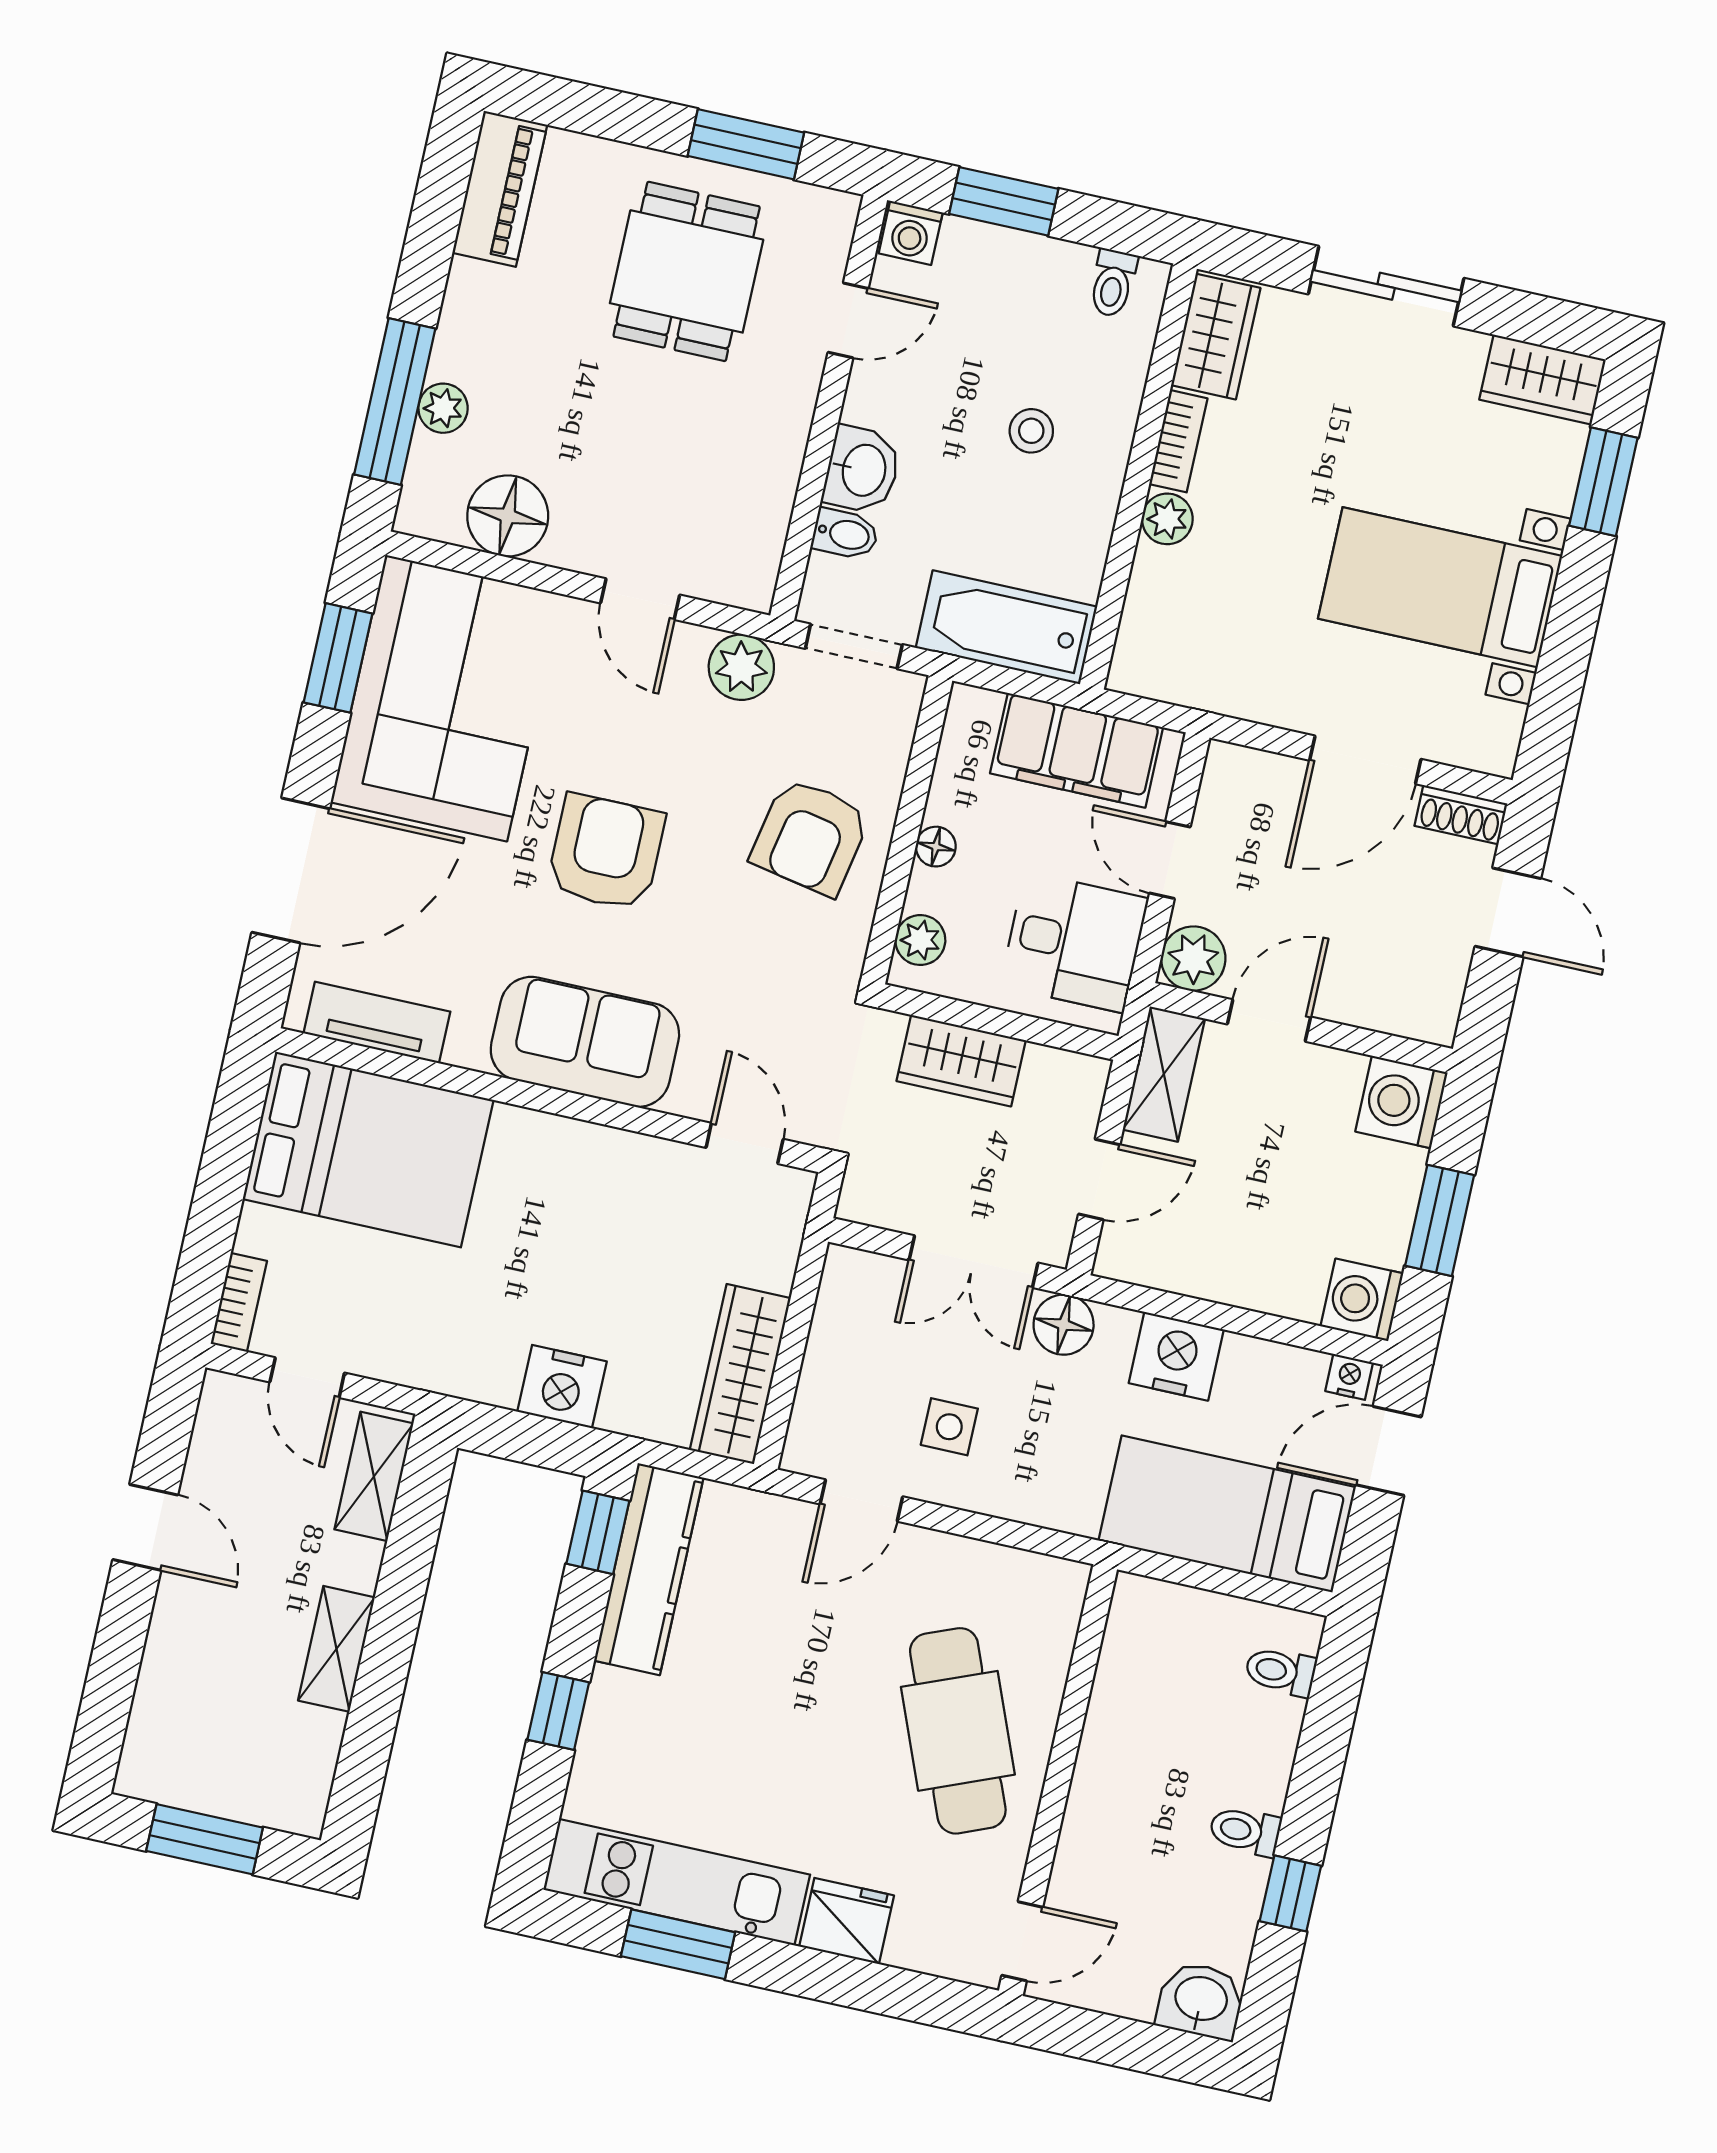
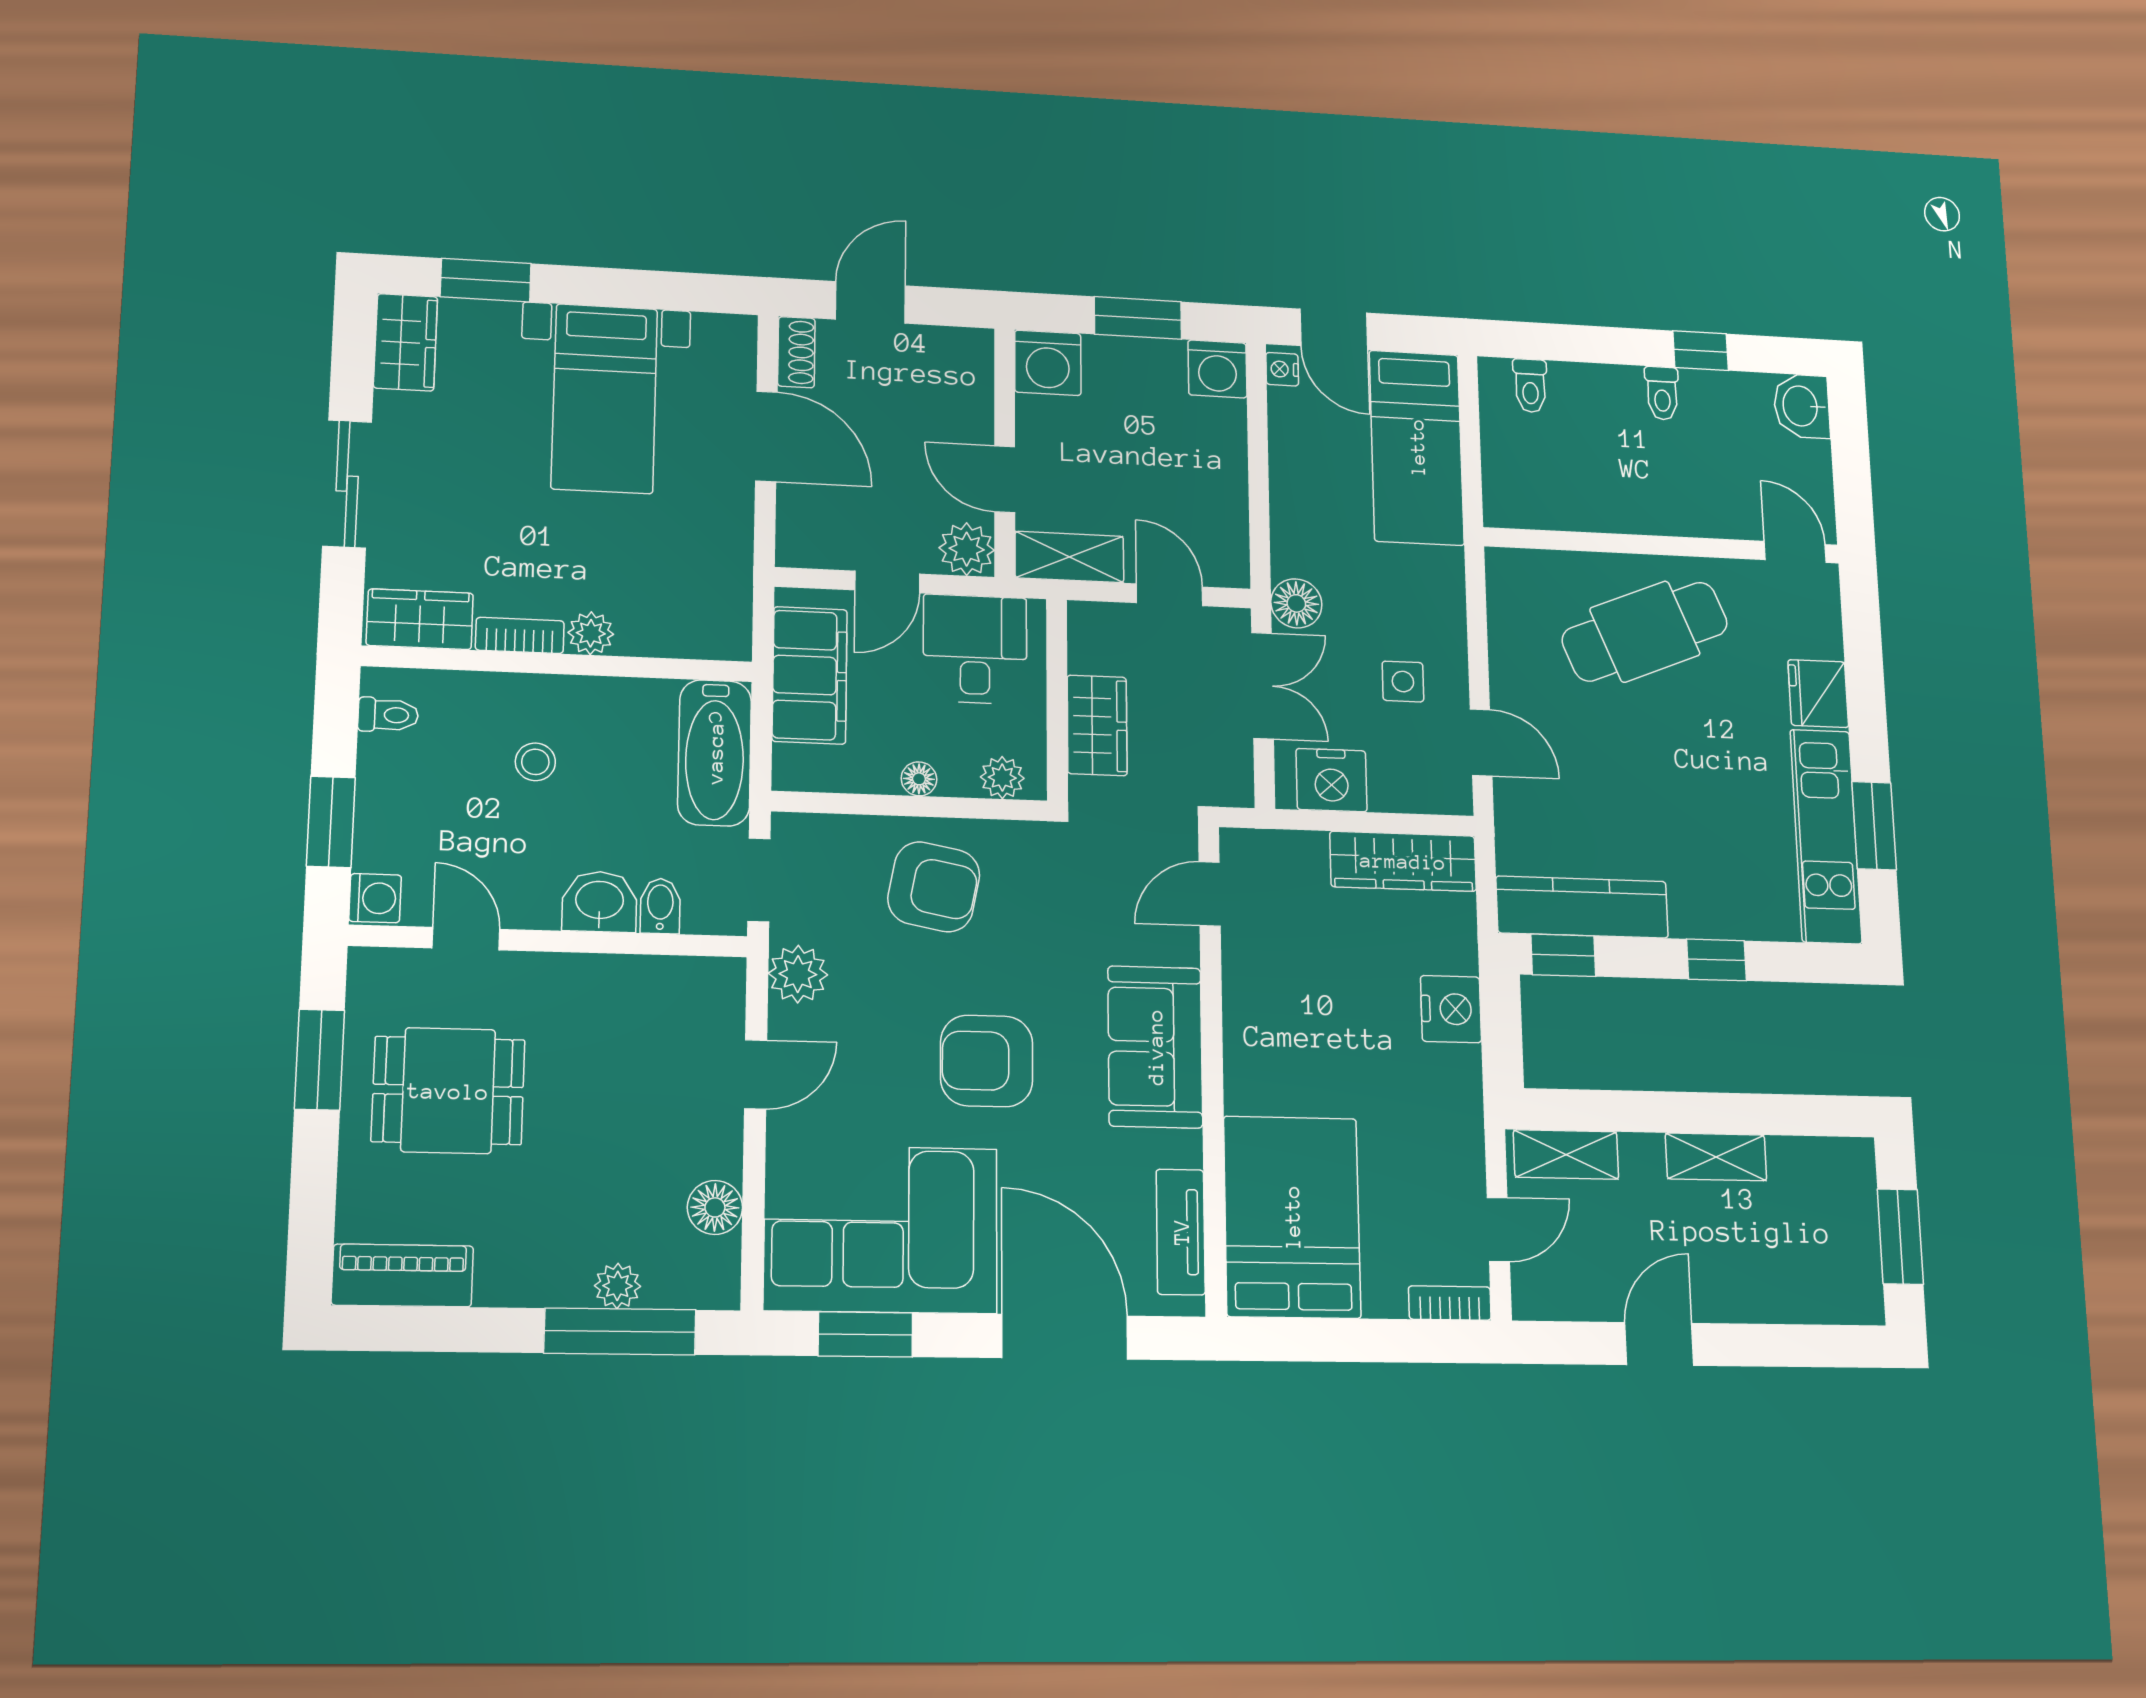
floor lamp: (508, 516) -> (715, 1207), width x0.73, depth x0.73
nightstand: (1176, 1356) -> (1332, 780), moved, turned -90

